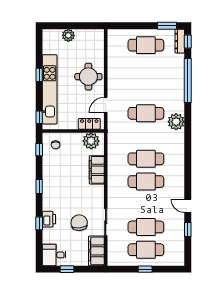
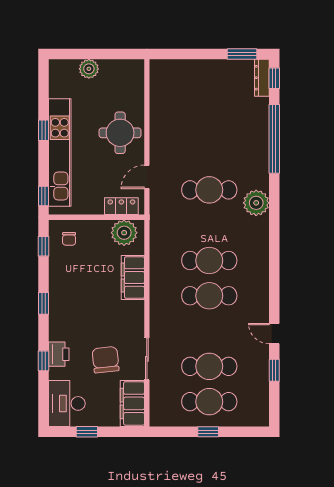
cafe table: (146, 45) -> (209, 84), removed
desk: (54, 255) -> (67, 403), width x1.37

